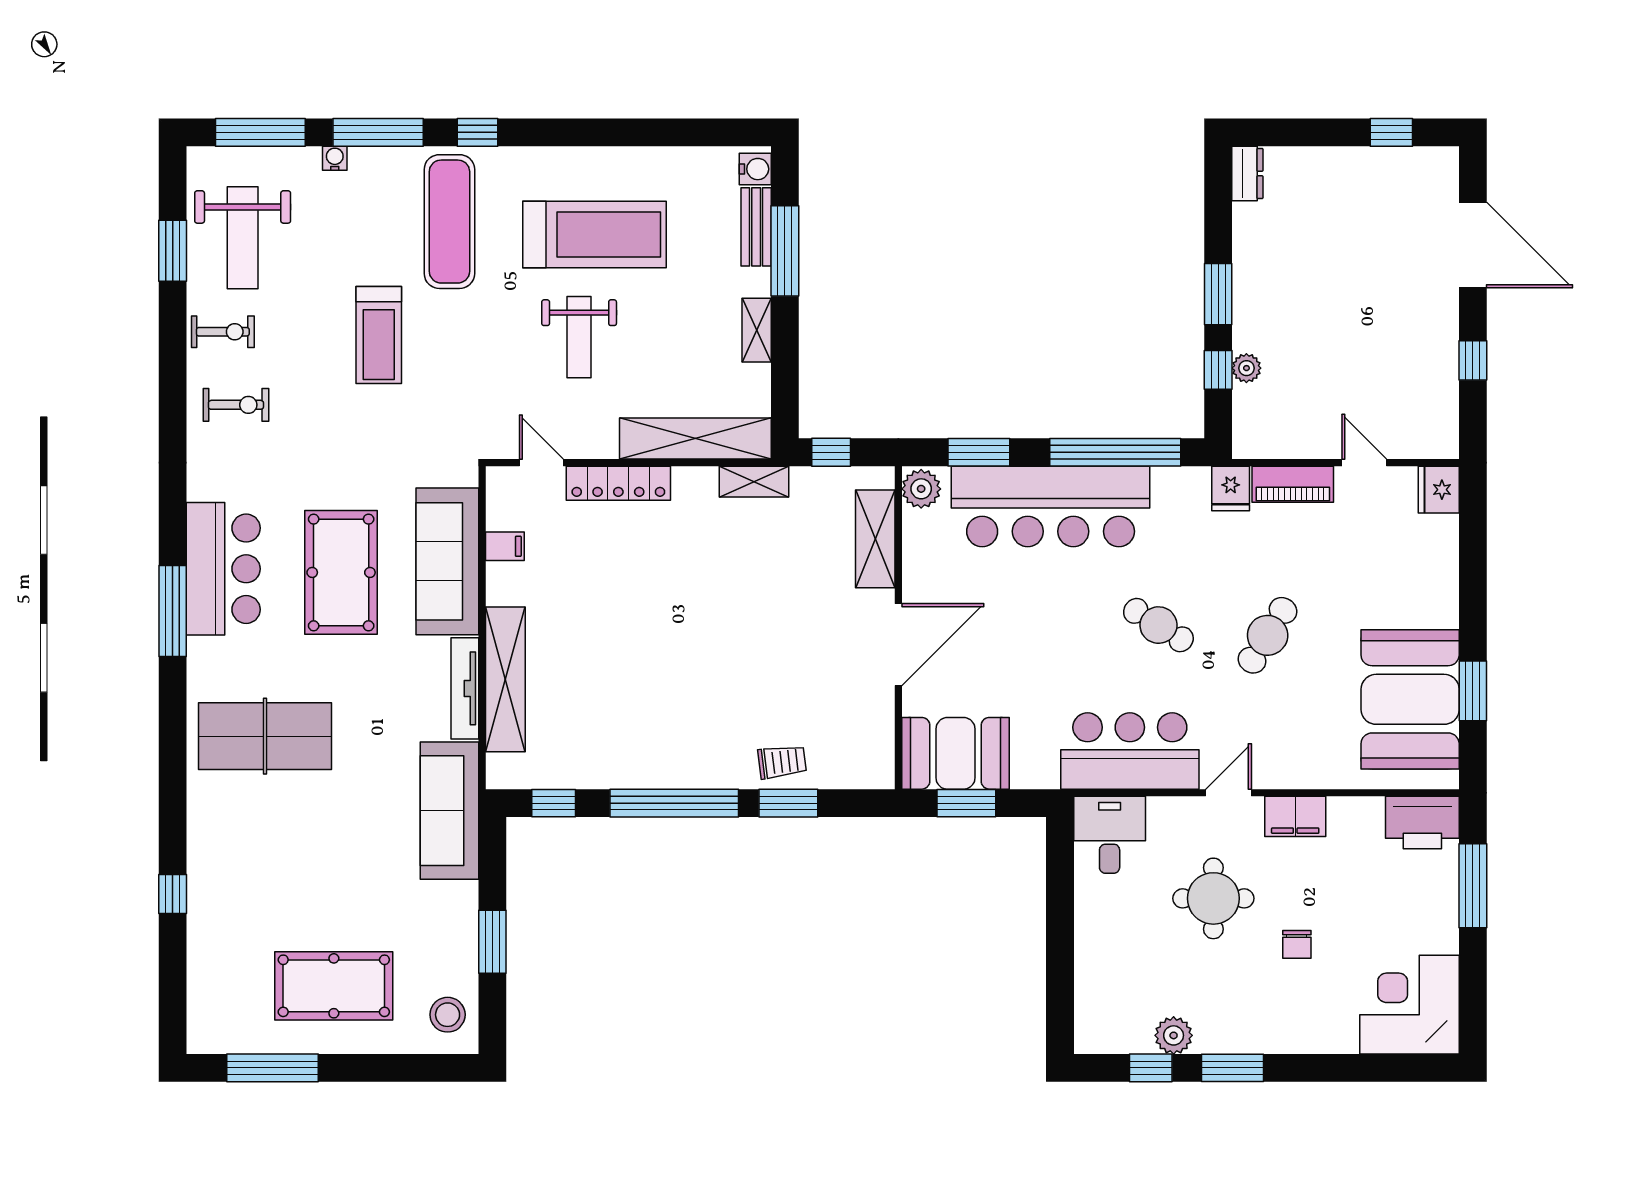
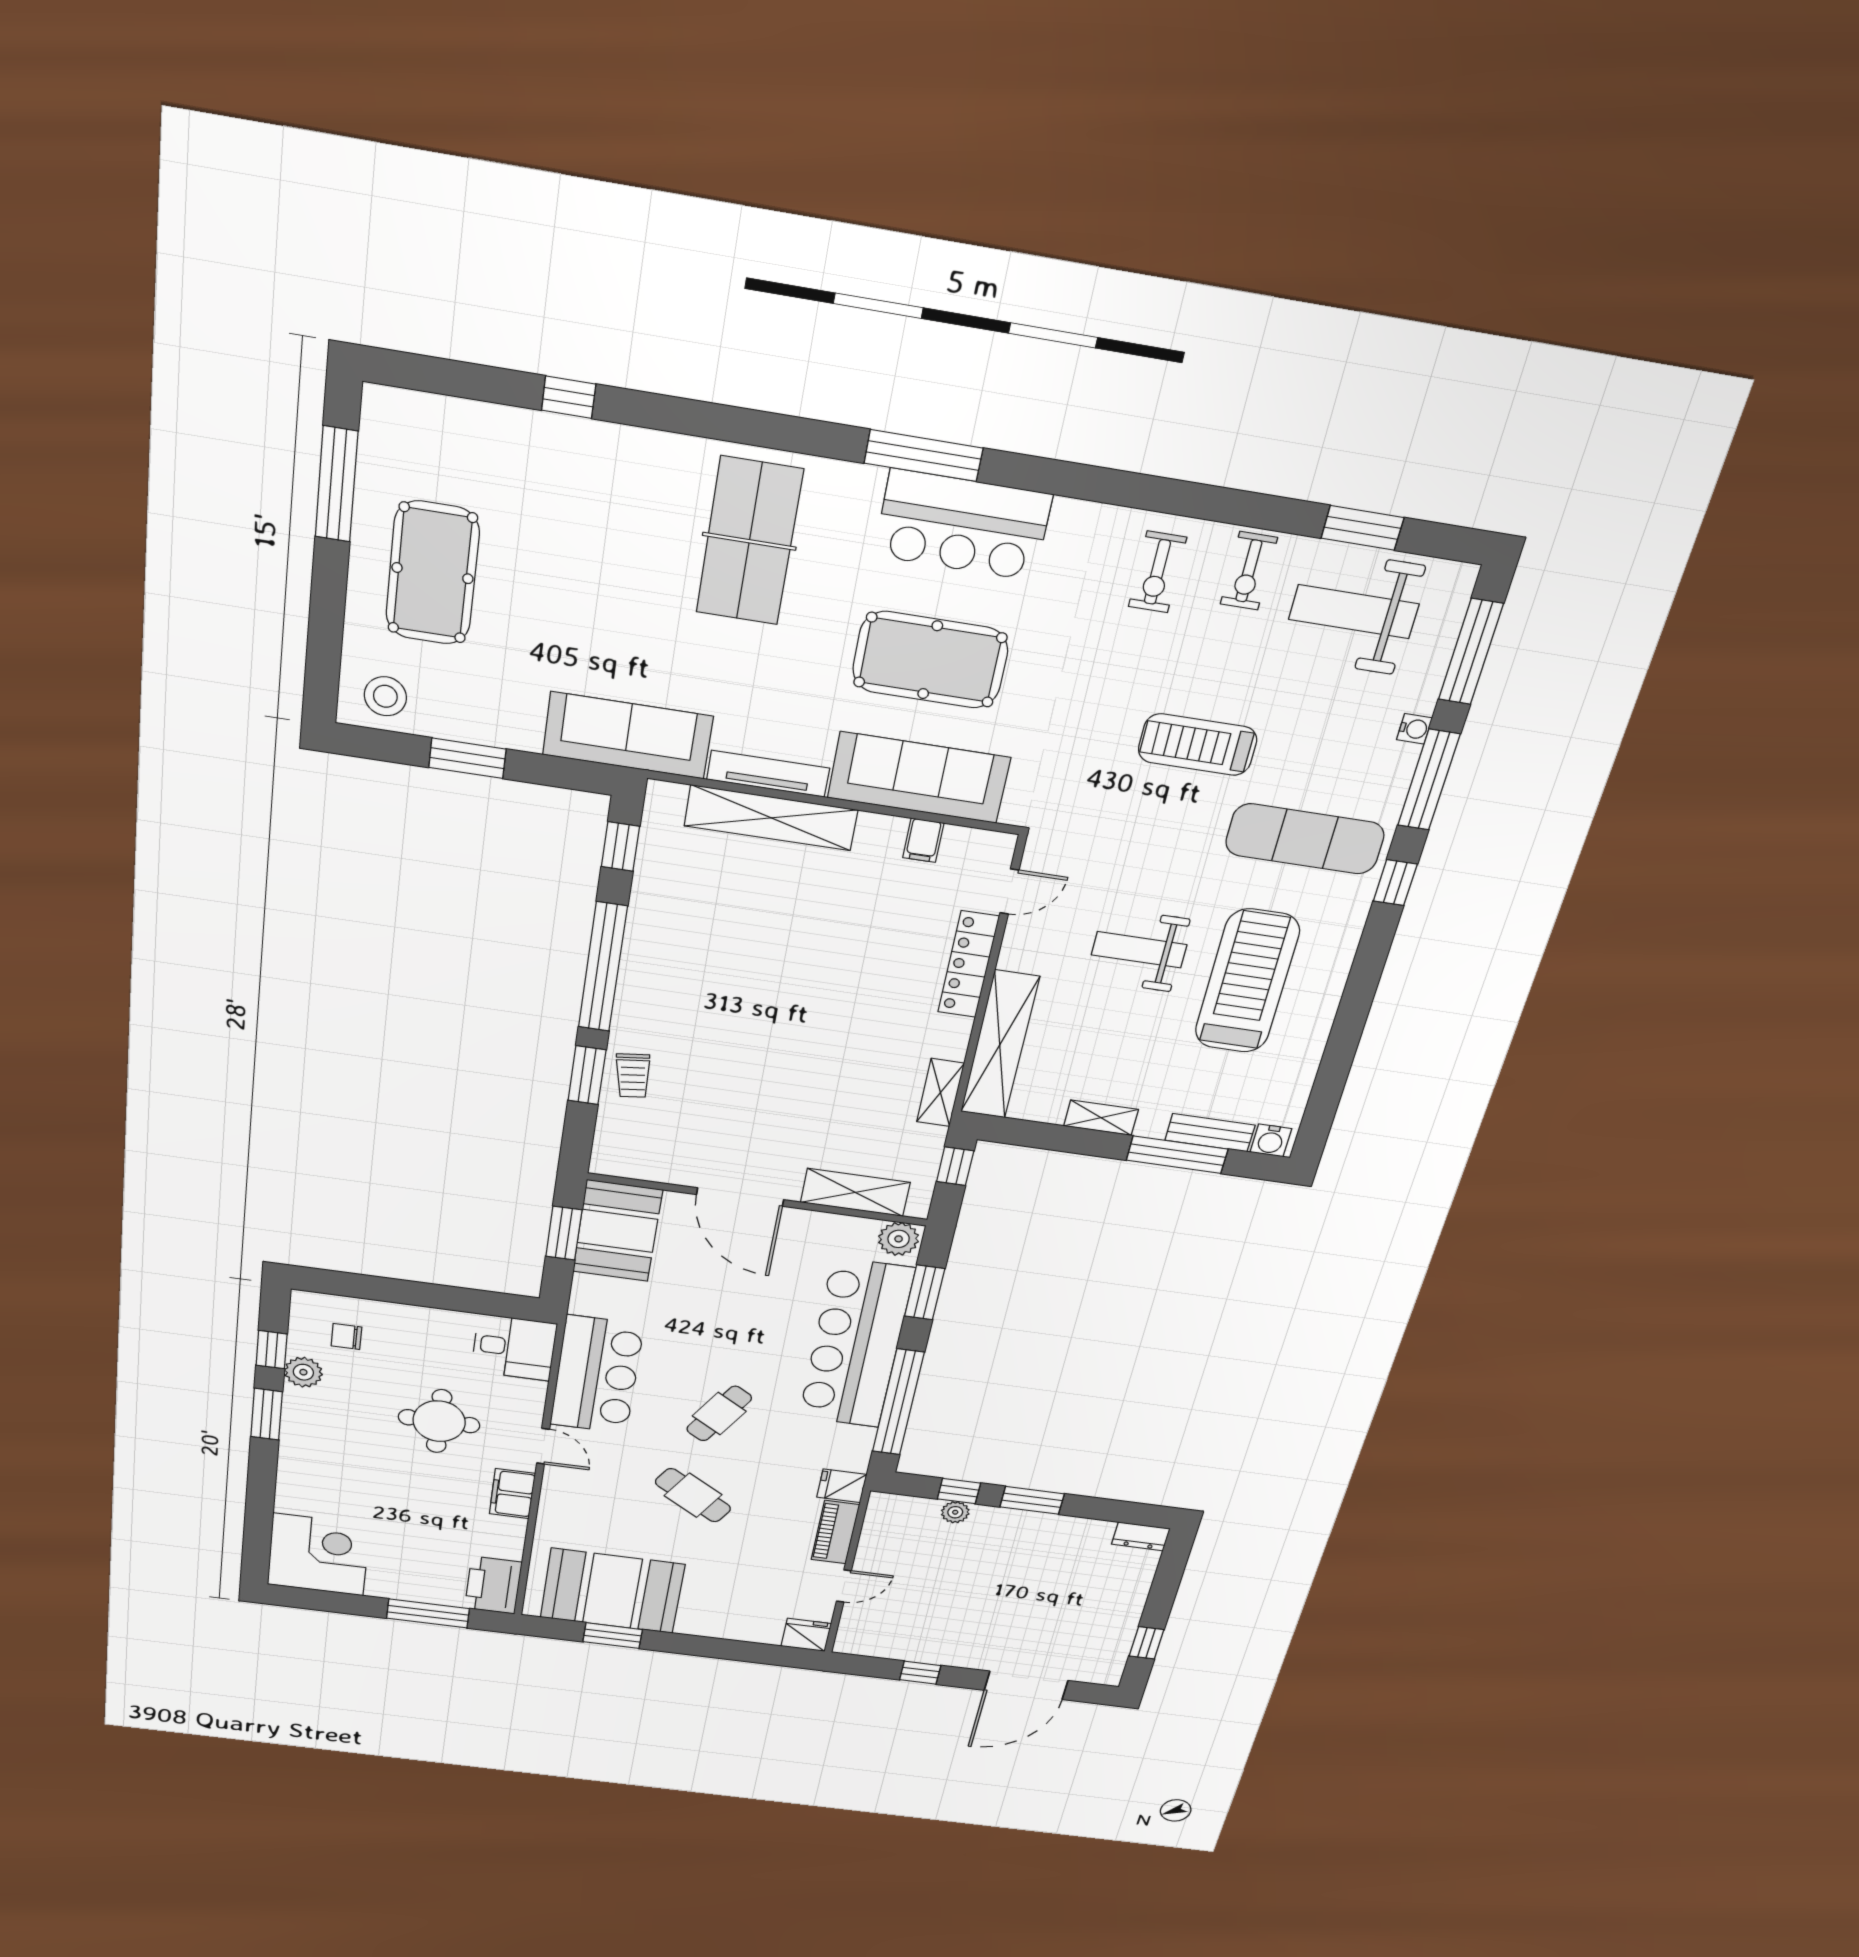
treadmill: (595, 234) -> (1247, 981), turned 180
chair: (1297, 944) -> (346, 1336), moved

